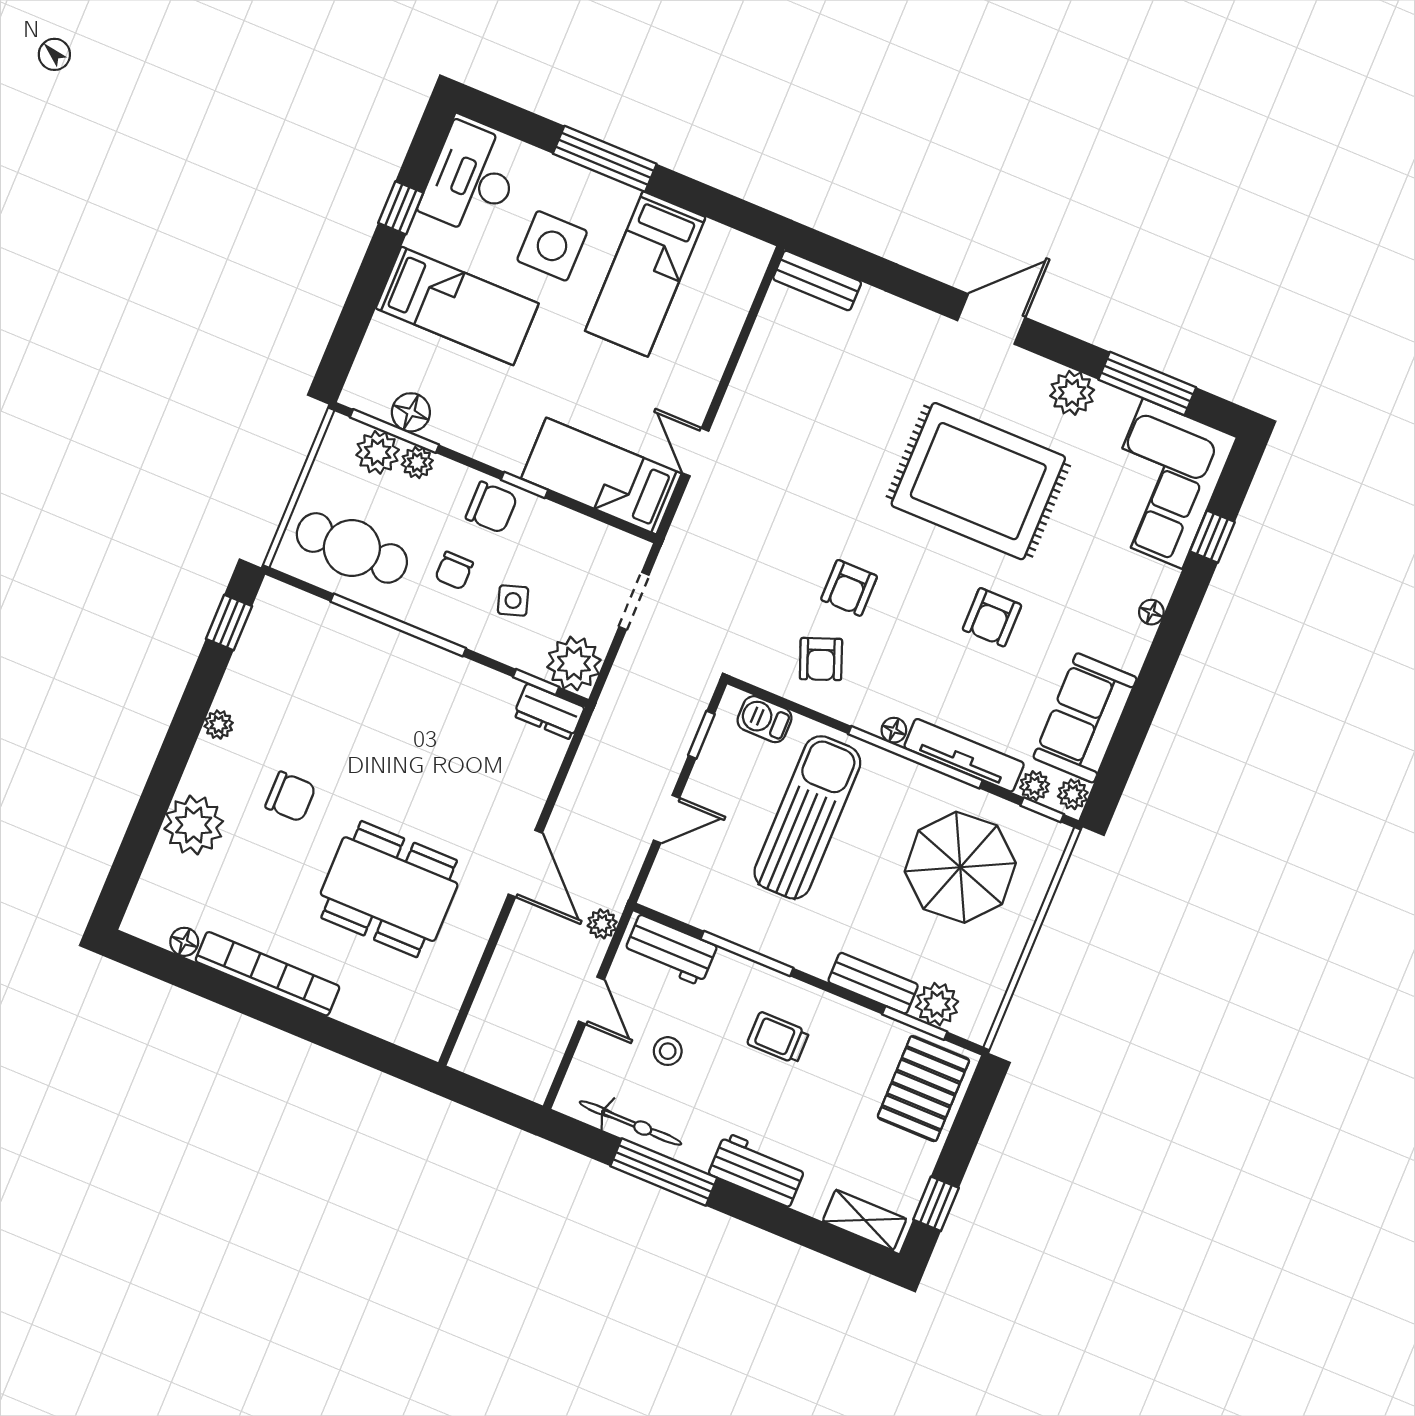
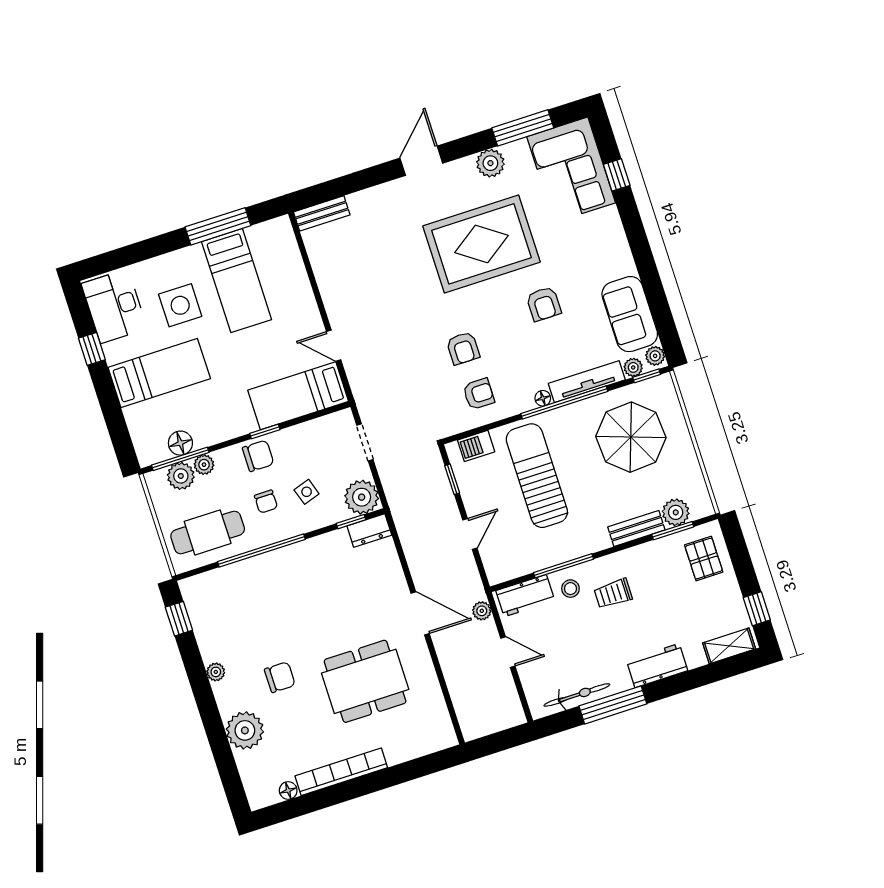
window: (605, 159) -> (218, 226), moved
floor lamp: (1151, 612) -> (618, 236), removed
armchair: (821, 659) -> (479, 394), turned -69
stool: (668, 1051) -> (570, 589), moved
pallet: (923, 1089) -> (704, 559), width x0.67, depth x0.71

